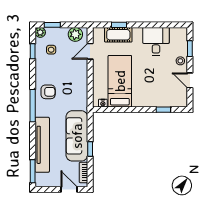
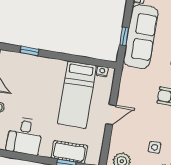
door: (90, 51) -> (111, 115), moved
window: (90, 149) -> (124, 36), moved

